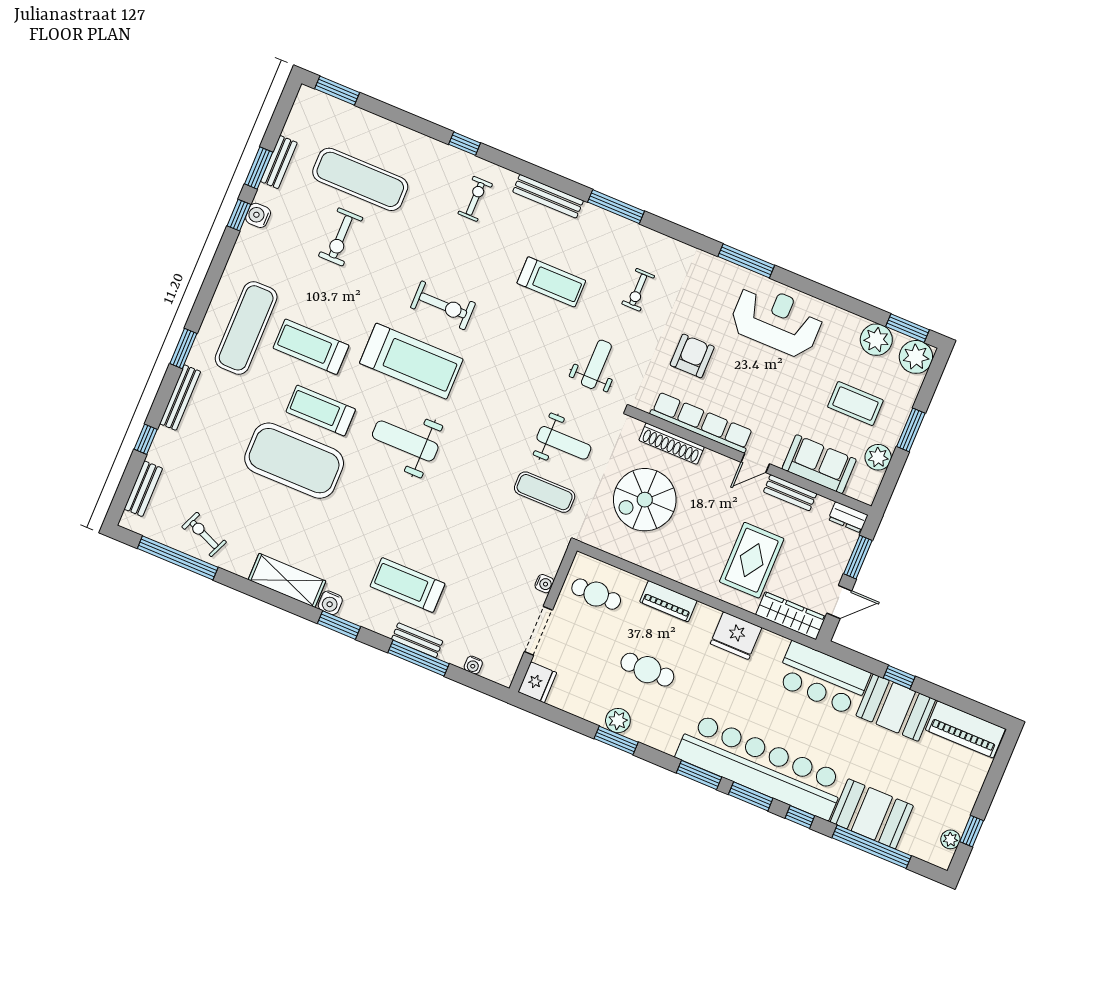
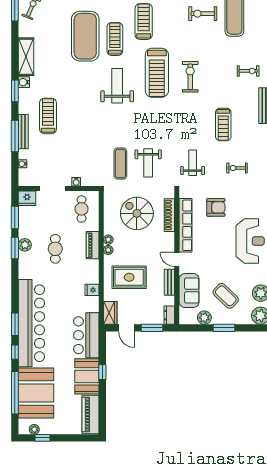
exercise bike: (443, 305) -> (190, 77), turned 180
weight bench: (596, 364) -> (193, 163), turned -90
coffee table: (855, 404) -> (226, 296), turned -46
plant: (670, 569) -> (108, 240), added
plant: (688, 577) -> (108, 250), added
wardrobe: (791, 616) -> (110, 313), width x0.67
fridge: (736, 636) -> (92, 290), width x0.53, depth x0.75
bench: (417, 640) -> (23, 132), width x1.36
window: (699, 775) -> (15, 218), moved
booth: (872, 814) -> (36, 393), width x1.36, depth x1.42

